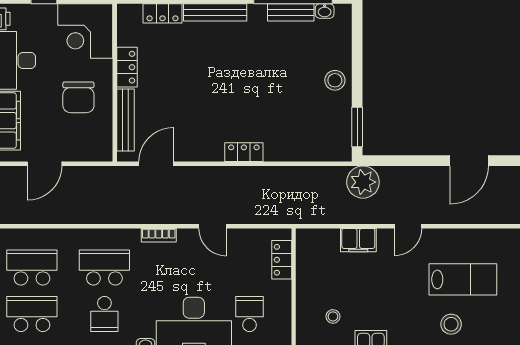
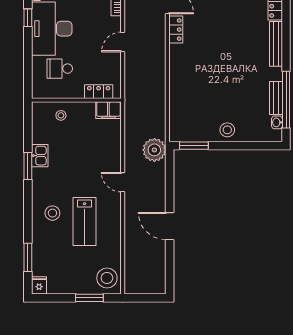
locker: (244, 152) -> (176, 30), moved
filing cabinet: (358, 240) -> (108, 110), moved, turned -90
school desk: (249, 314) -> (60, 69), turned 180
stool: (333, 316) -> (61, 115), moved

